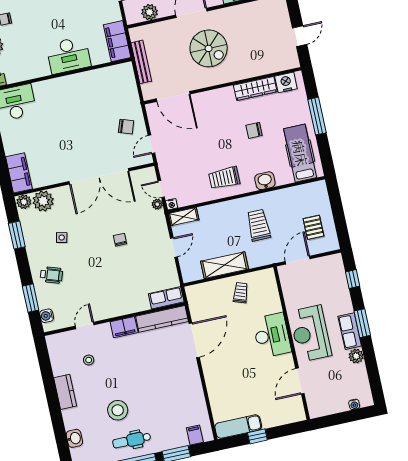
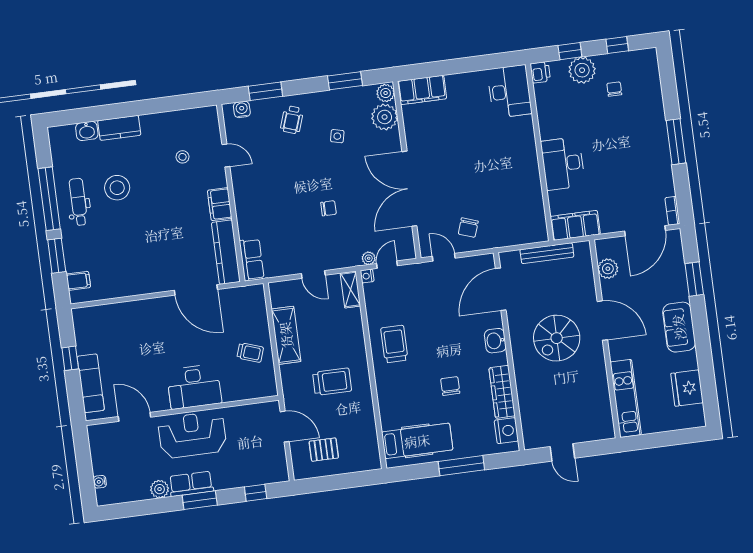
washbasin: (265, 181) -> (495, 341), moved, turned 180
kitchen counter: (65, 392) -> (119, 128), moved
exam couch: (238, 427) -> (91, 383), moved

